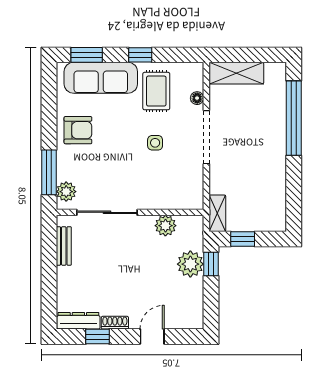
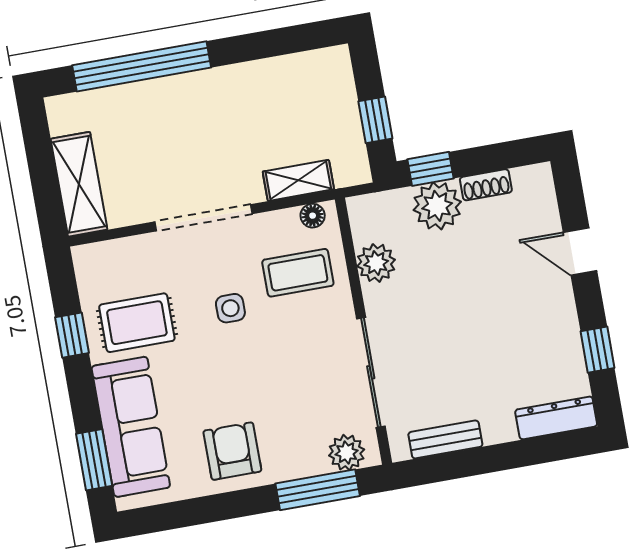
window: (140, 55) -> (72, 335), moved
floor lamp: (197, 98) -> (313, 216), moved
coffee table: (168, 183) -> (298, 273), added
shelving: (217, 213) -> (298, 180), moved
dresser: (78, 321) -> (556, 418), moved, turned 90
shoe rack: (115, 323) -> (486, 185), moved, turned -90

